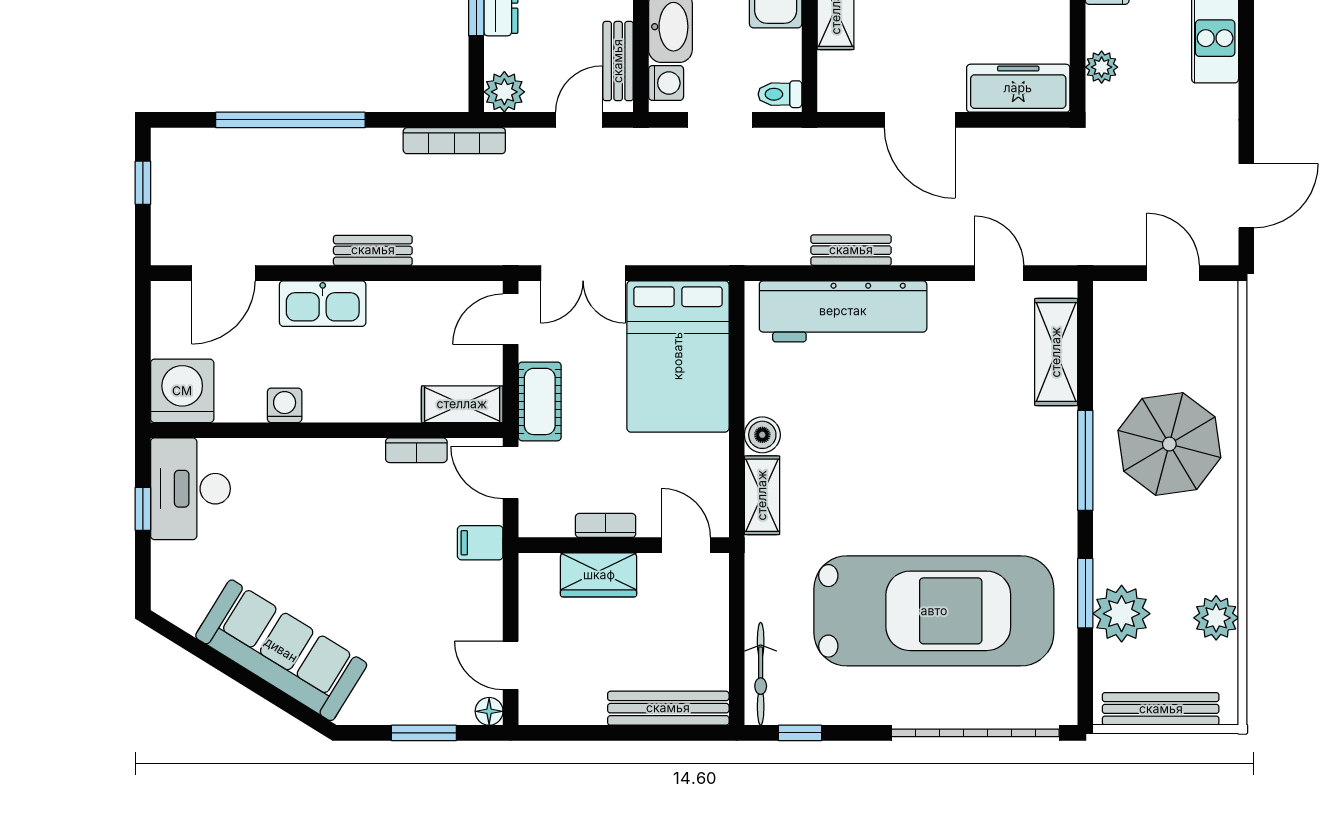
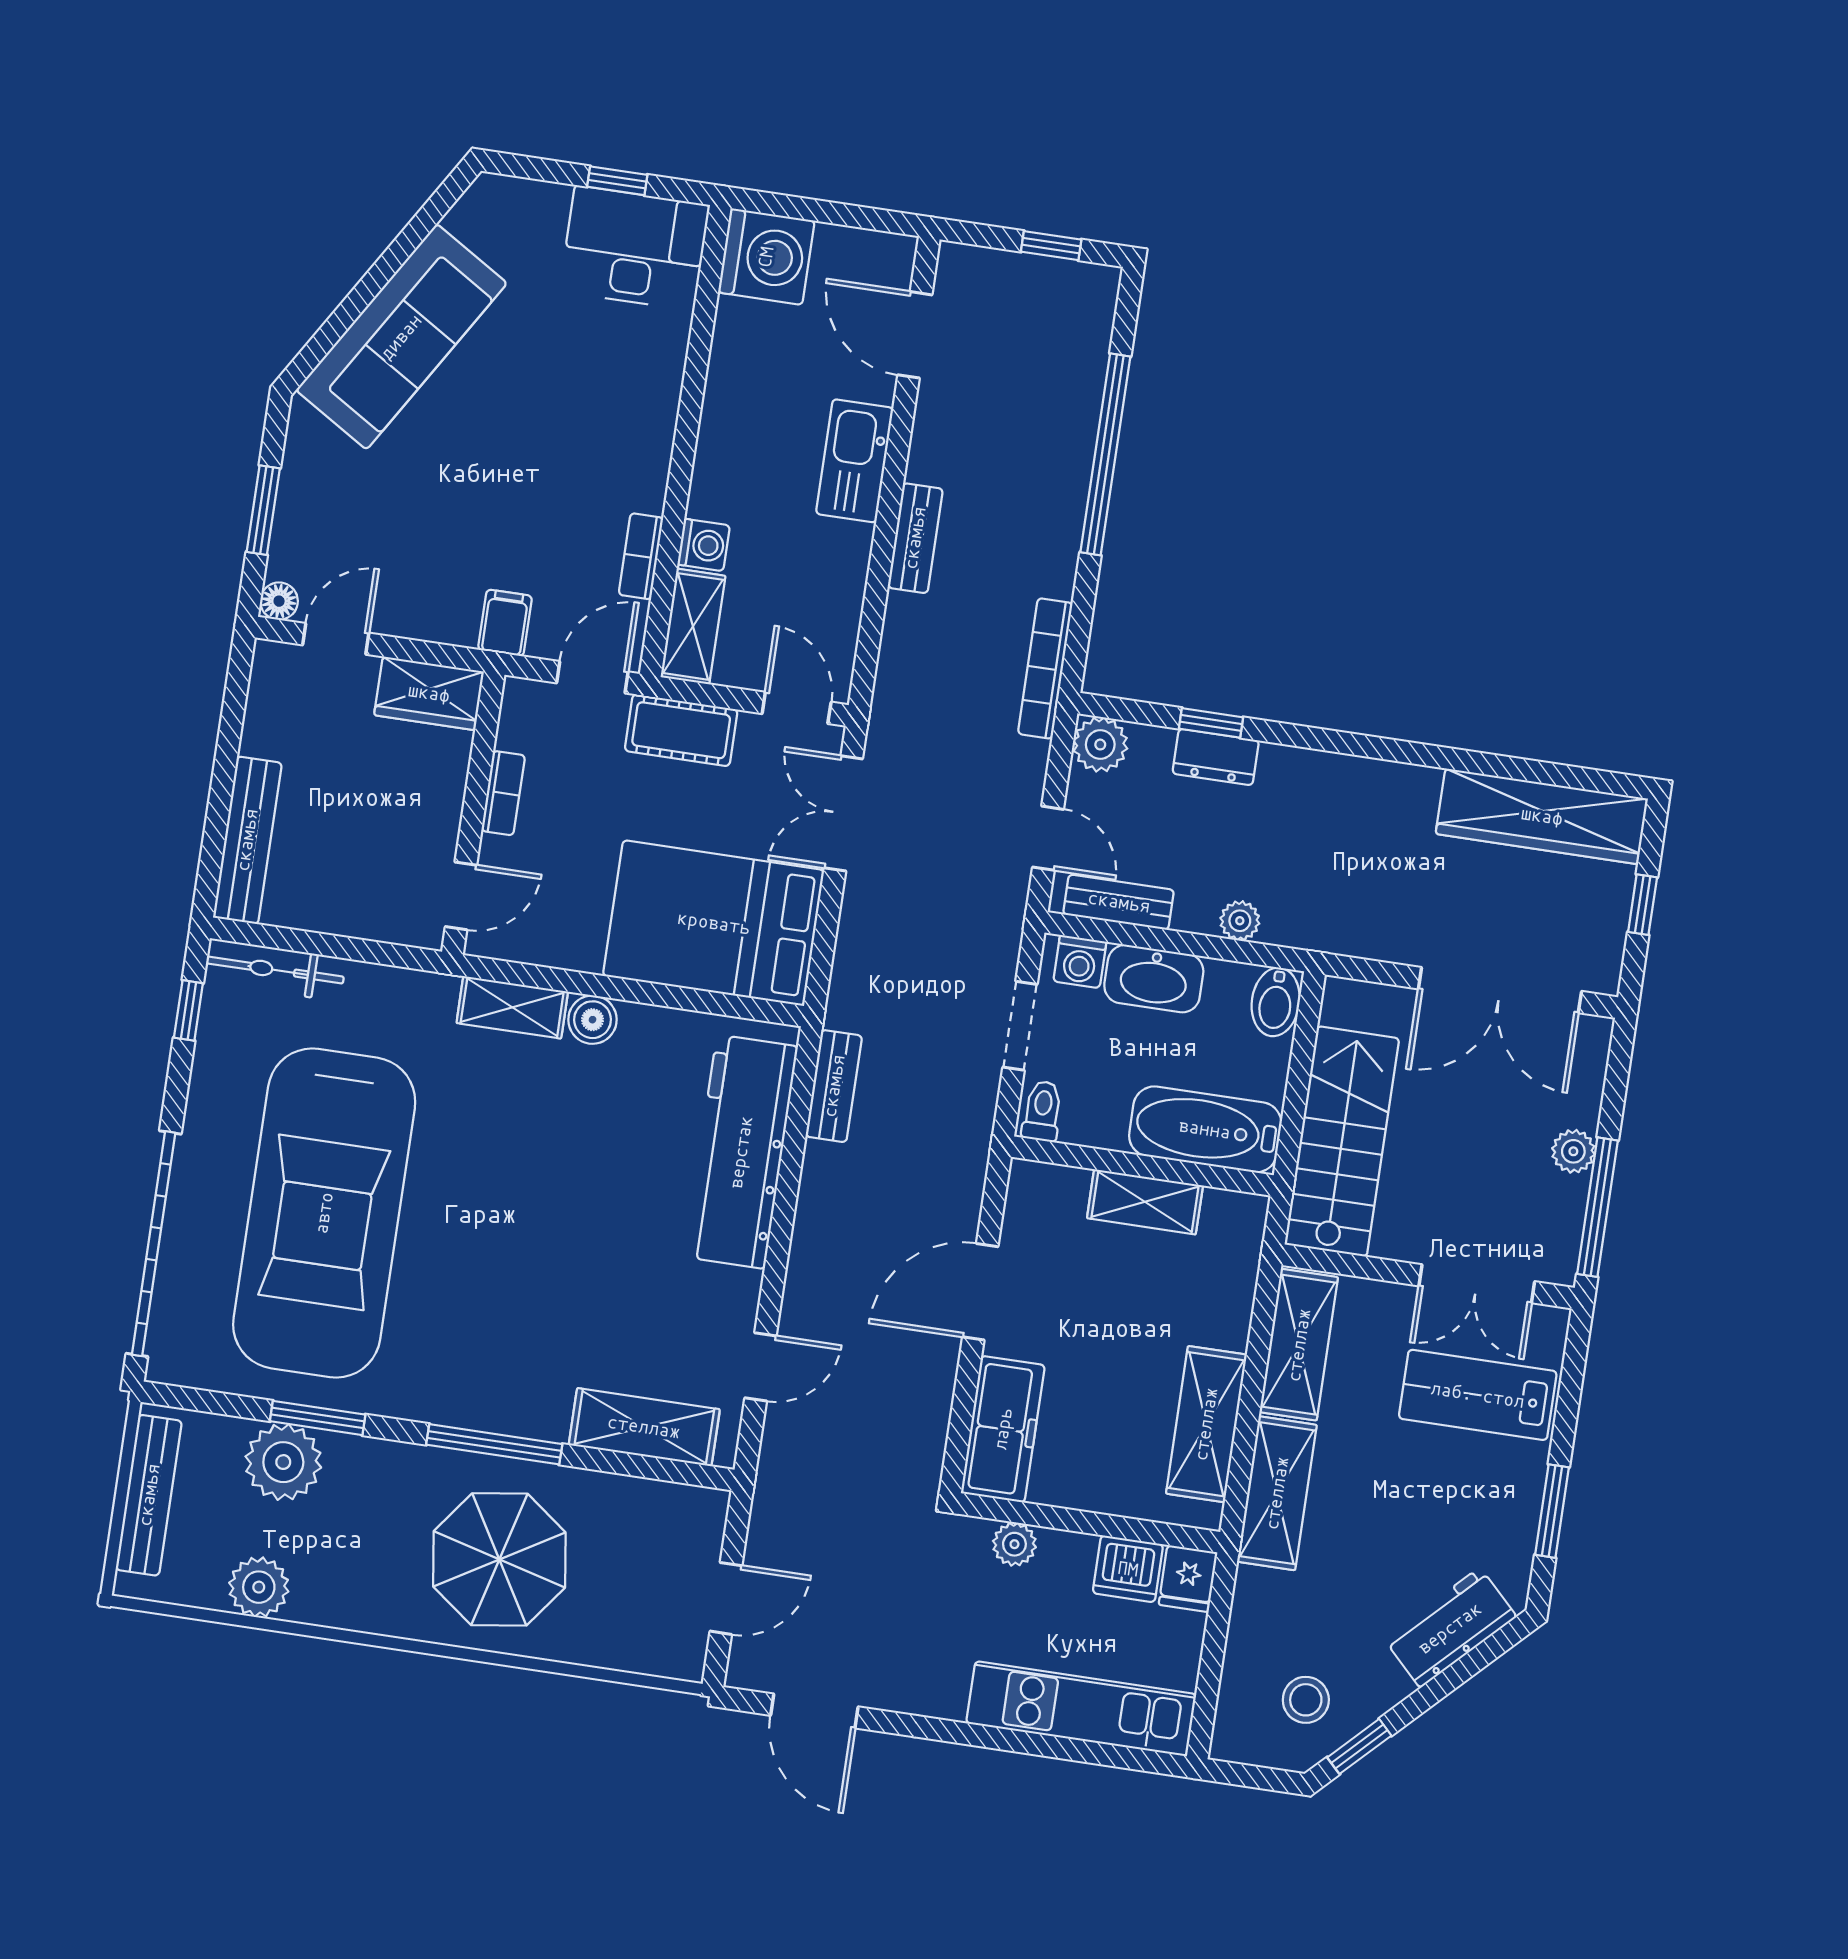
bench: (851, 250) -> (834, 1086), moved
washing machine: (285, 405) -> (704, 545), moved
wardrobe: (599, 575) -> (429, 693), moved, turned -90

